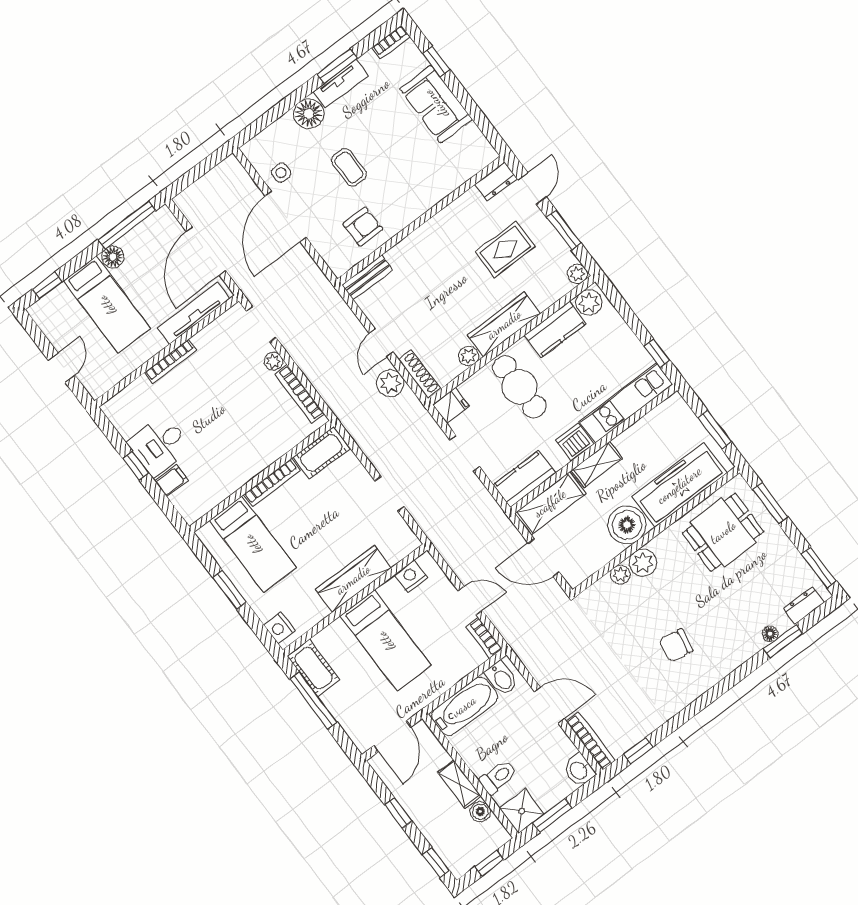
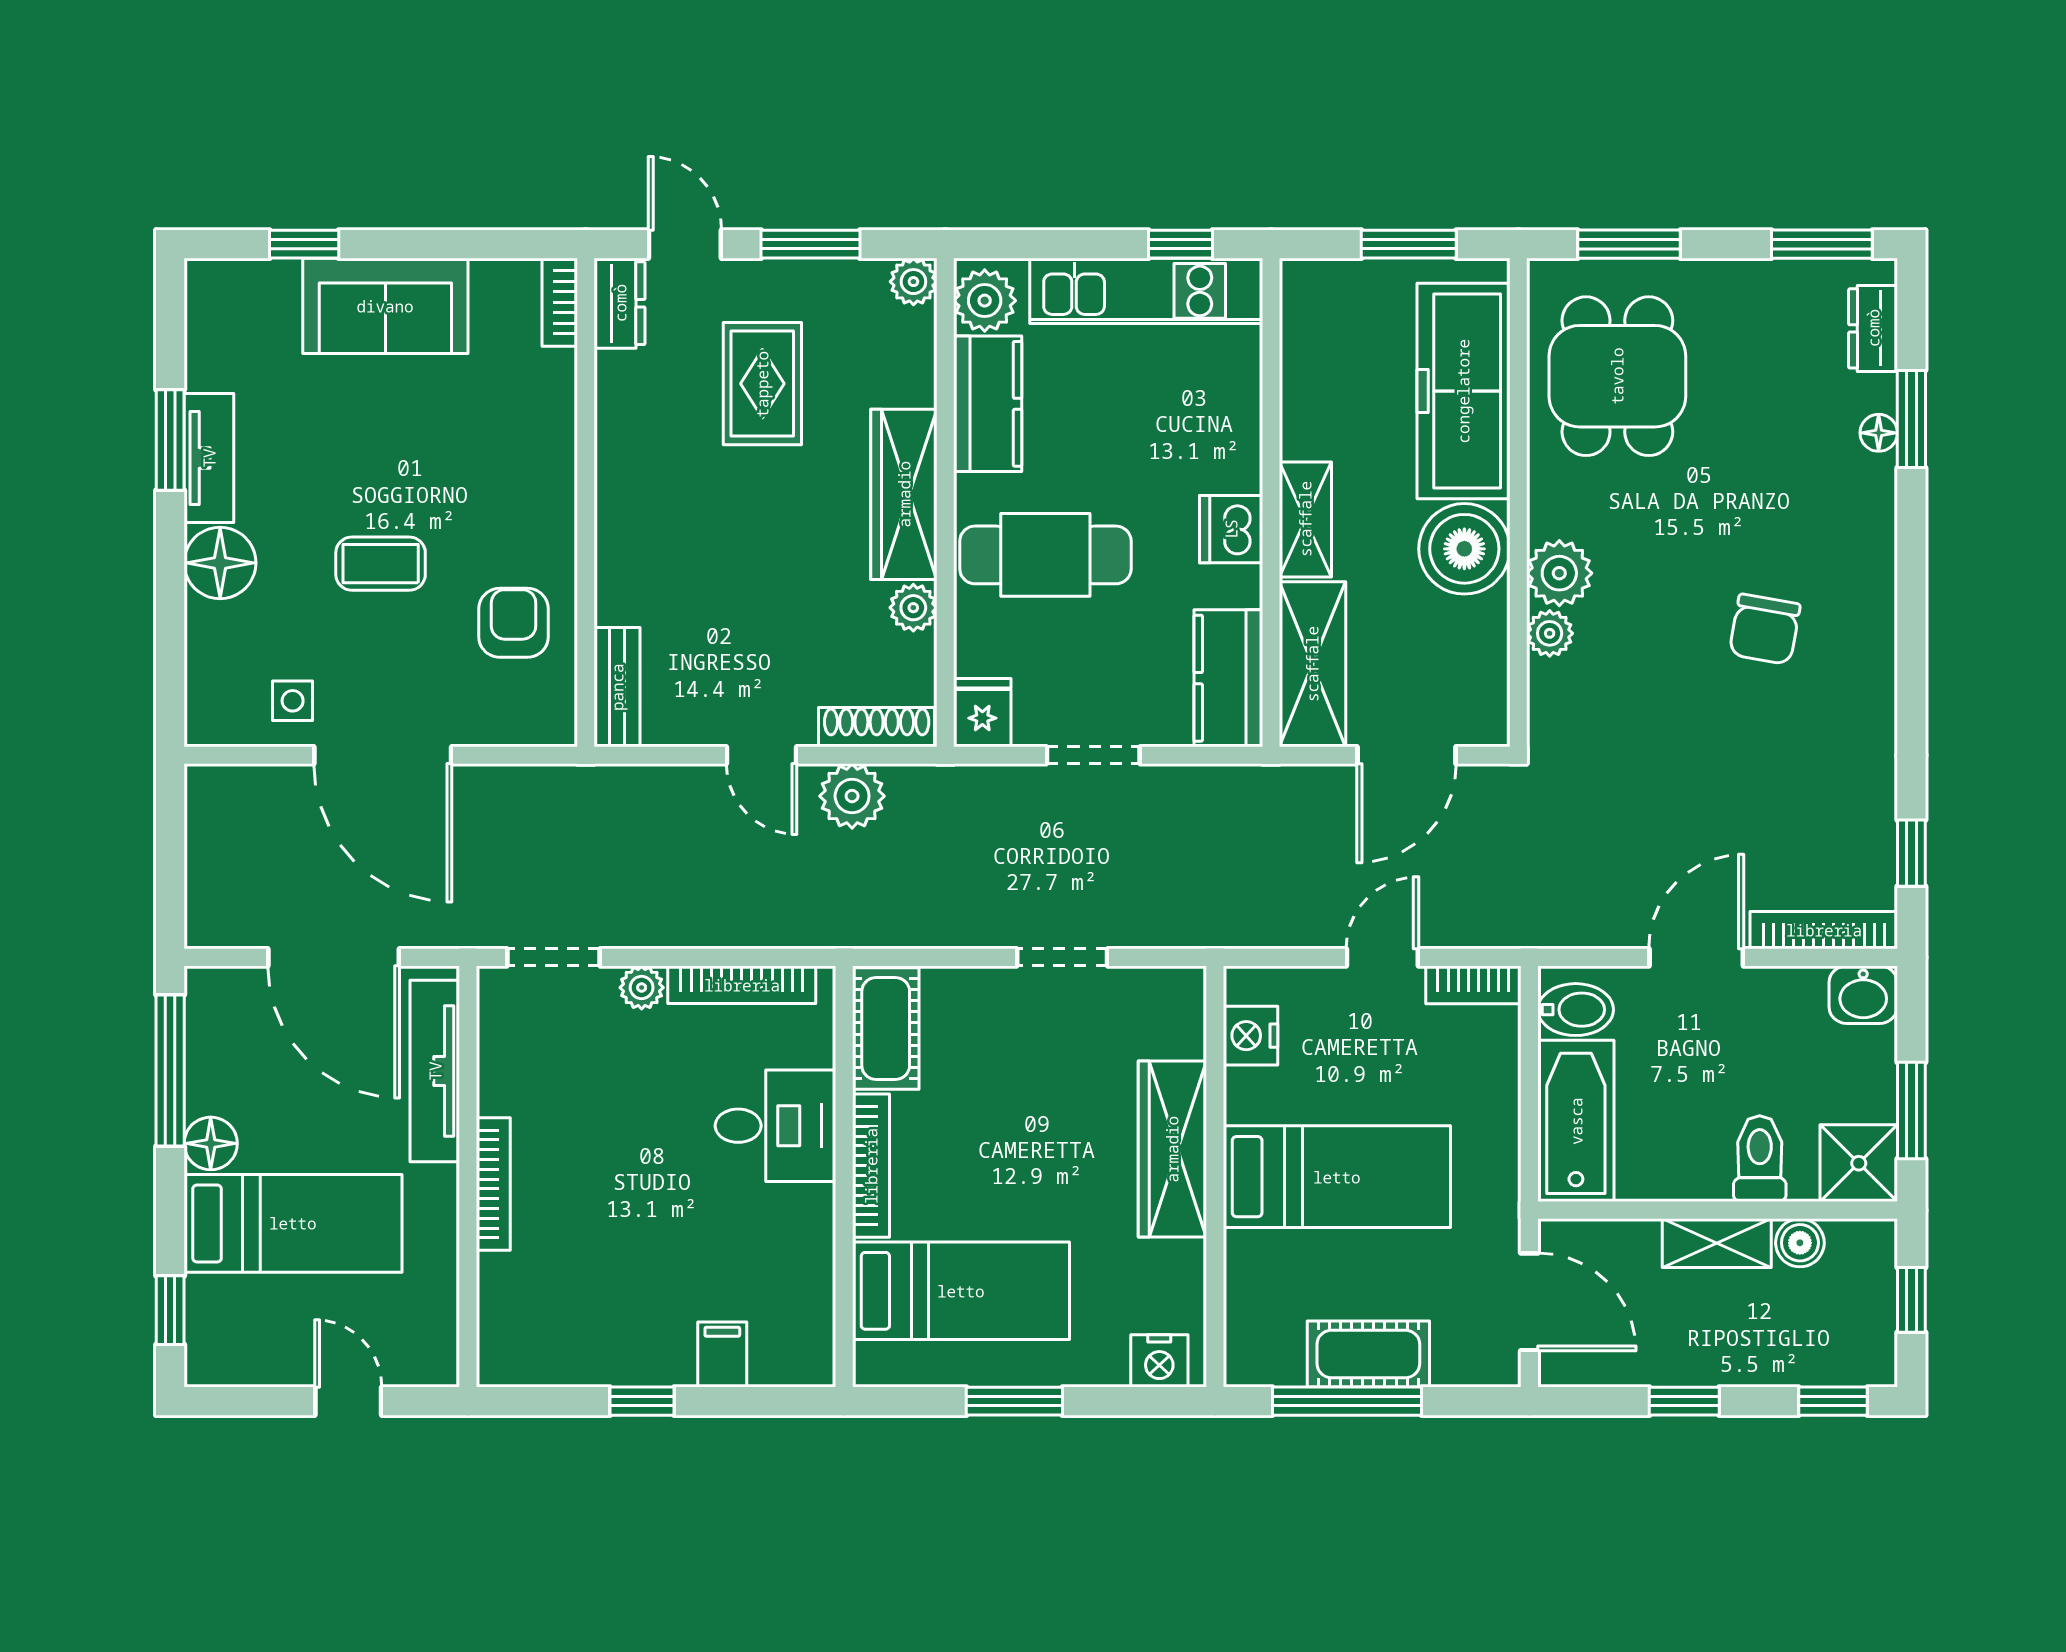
bookcase: (391, 42) -> (560, 302), moved, turned 180
kitchen unit: (626, 403) -> (1146, 291), moved, turned -90
desk: (159, 445) -> (775, 1126), moved, turned -90
cot: (313, 668) -> (1368, 1354), moved

